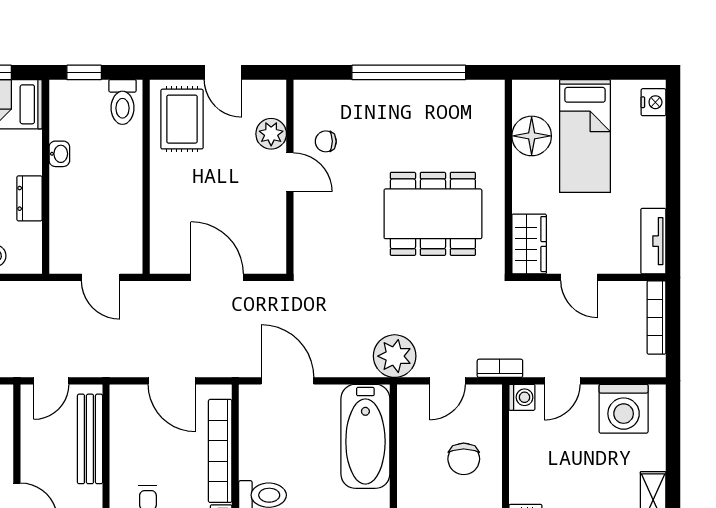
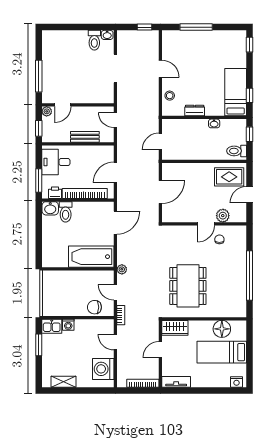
plant: (395, 356) -> (122, 269), width x0.53, depth x0.53
washing machine: (522, 397) -> (68, 325), moved
bench: (90, 439) -> (85, 137), width x0.73
chair: (464, 459) -> (94, 307), moved

